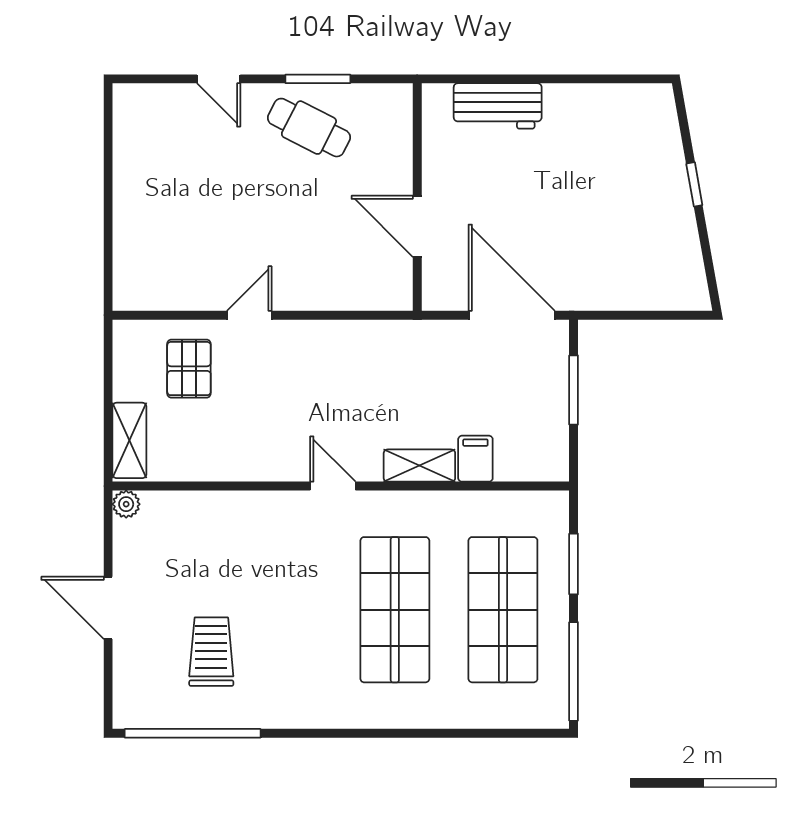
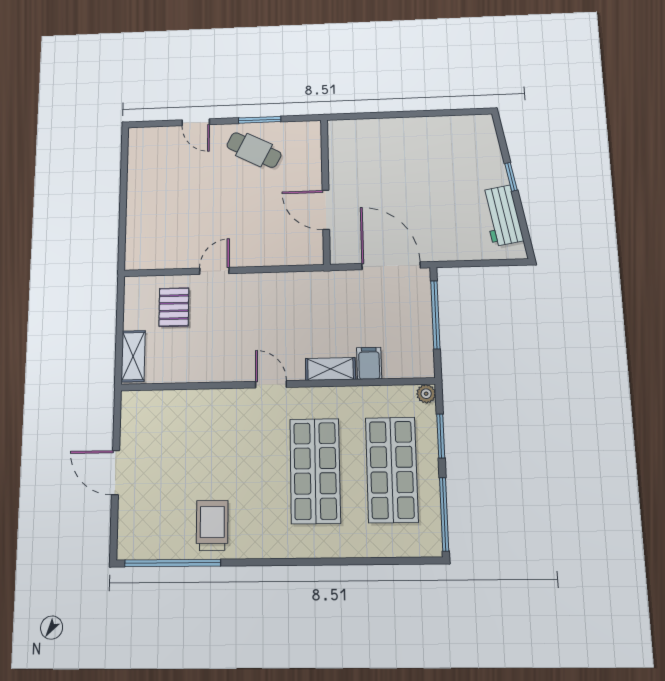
workbench: (498, 106) -> (502, 216), moved, turned 80
window: (574, 390) -> (435, 315), width x1.44
plant: (126, 504) -> (426, 394), moved
trolley: (211, 652) -> (212, 525), moved

